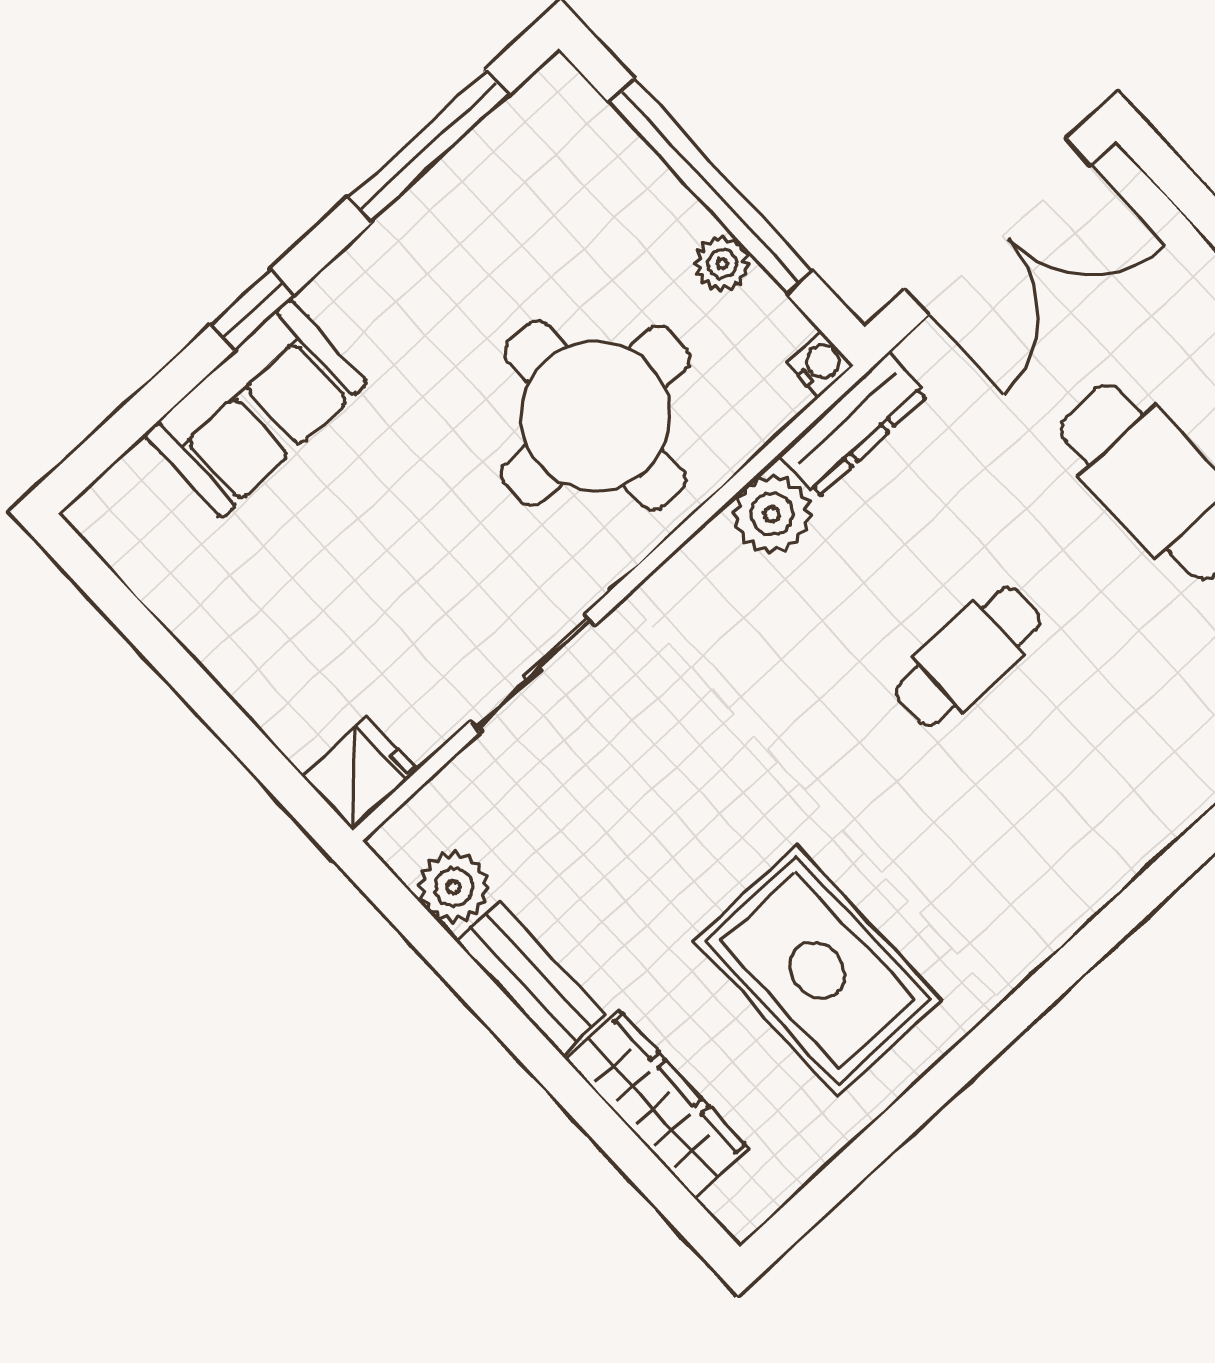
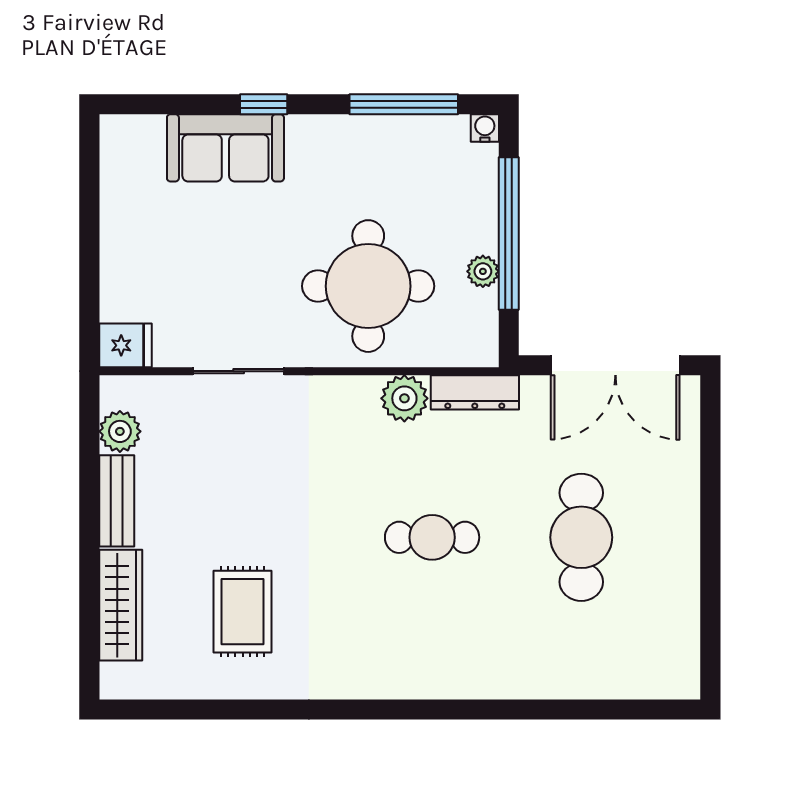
water cooler: (820, 364) -> (485, 128), moved, turned -90
rug: (817, 970) -> (243, 612), width x0.73, depth x0.70

